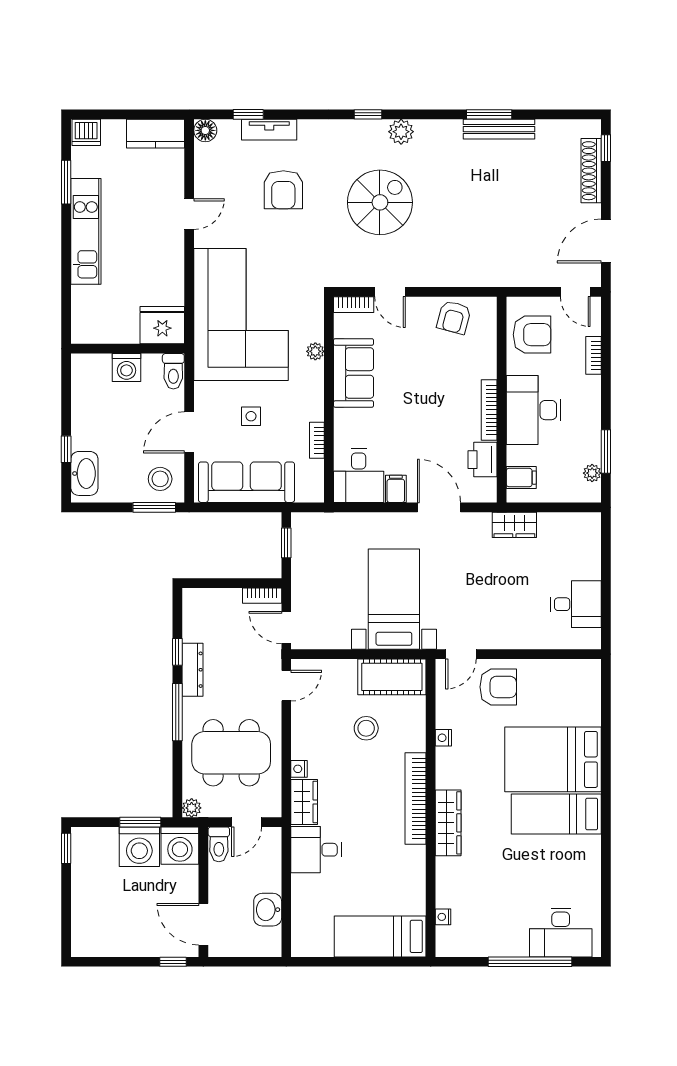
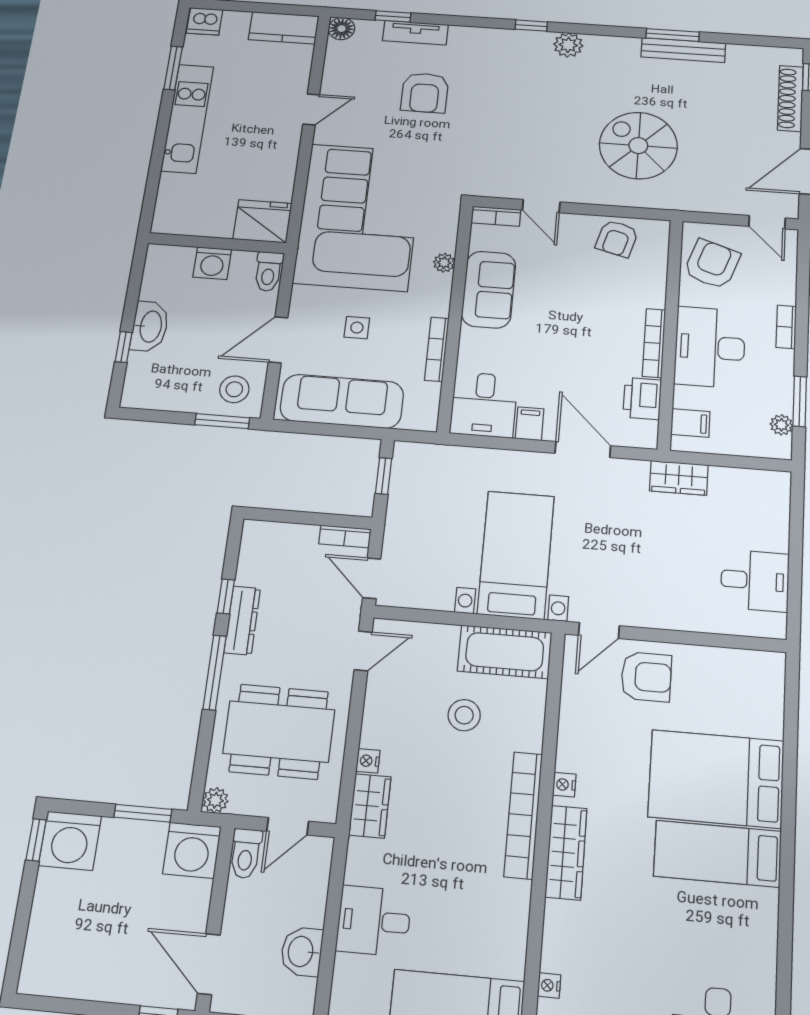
spiral stairs: (380, 202) -> (638, 146), moved, turned -90
armchair: (532, 335) -> (712, 264), turned -71
bookcase: (593, 355) -> (786, 327), moved
bookcase: (317, 440) -> (437, 349), width x1.56
washbasin: (84, 473) -> (150, 326), moved
nightstand: (443, 738) -> (564, 785), moved
washing machine: (139, 847) -> (70, 841), moved
desk: (316, 850) -> (374, 921), moved

